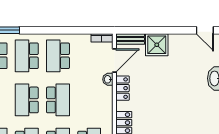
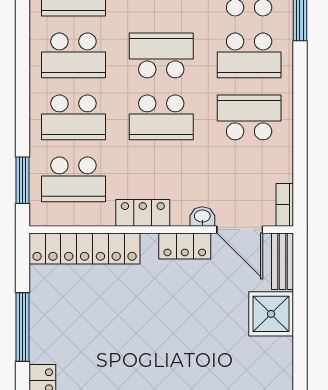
school desk: (27, 56) -> (249, 55), turned 180
locker: (106, 109) -> (143, 213), added

